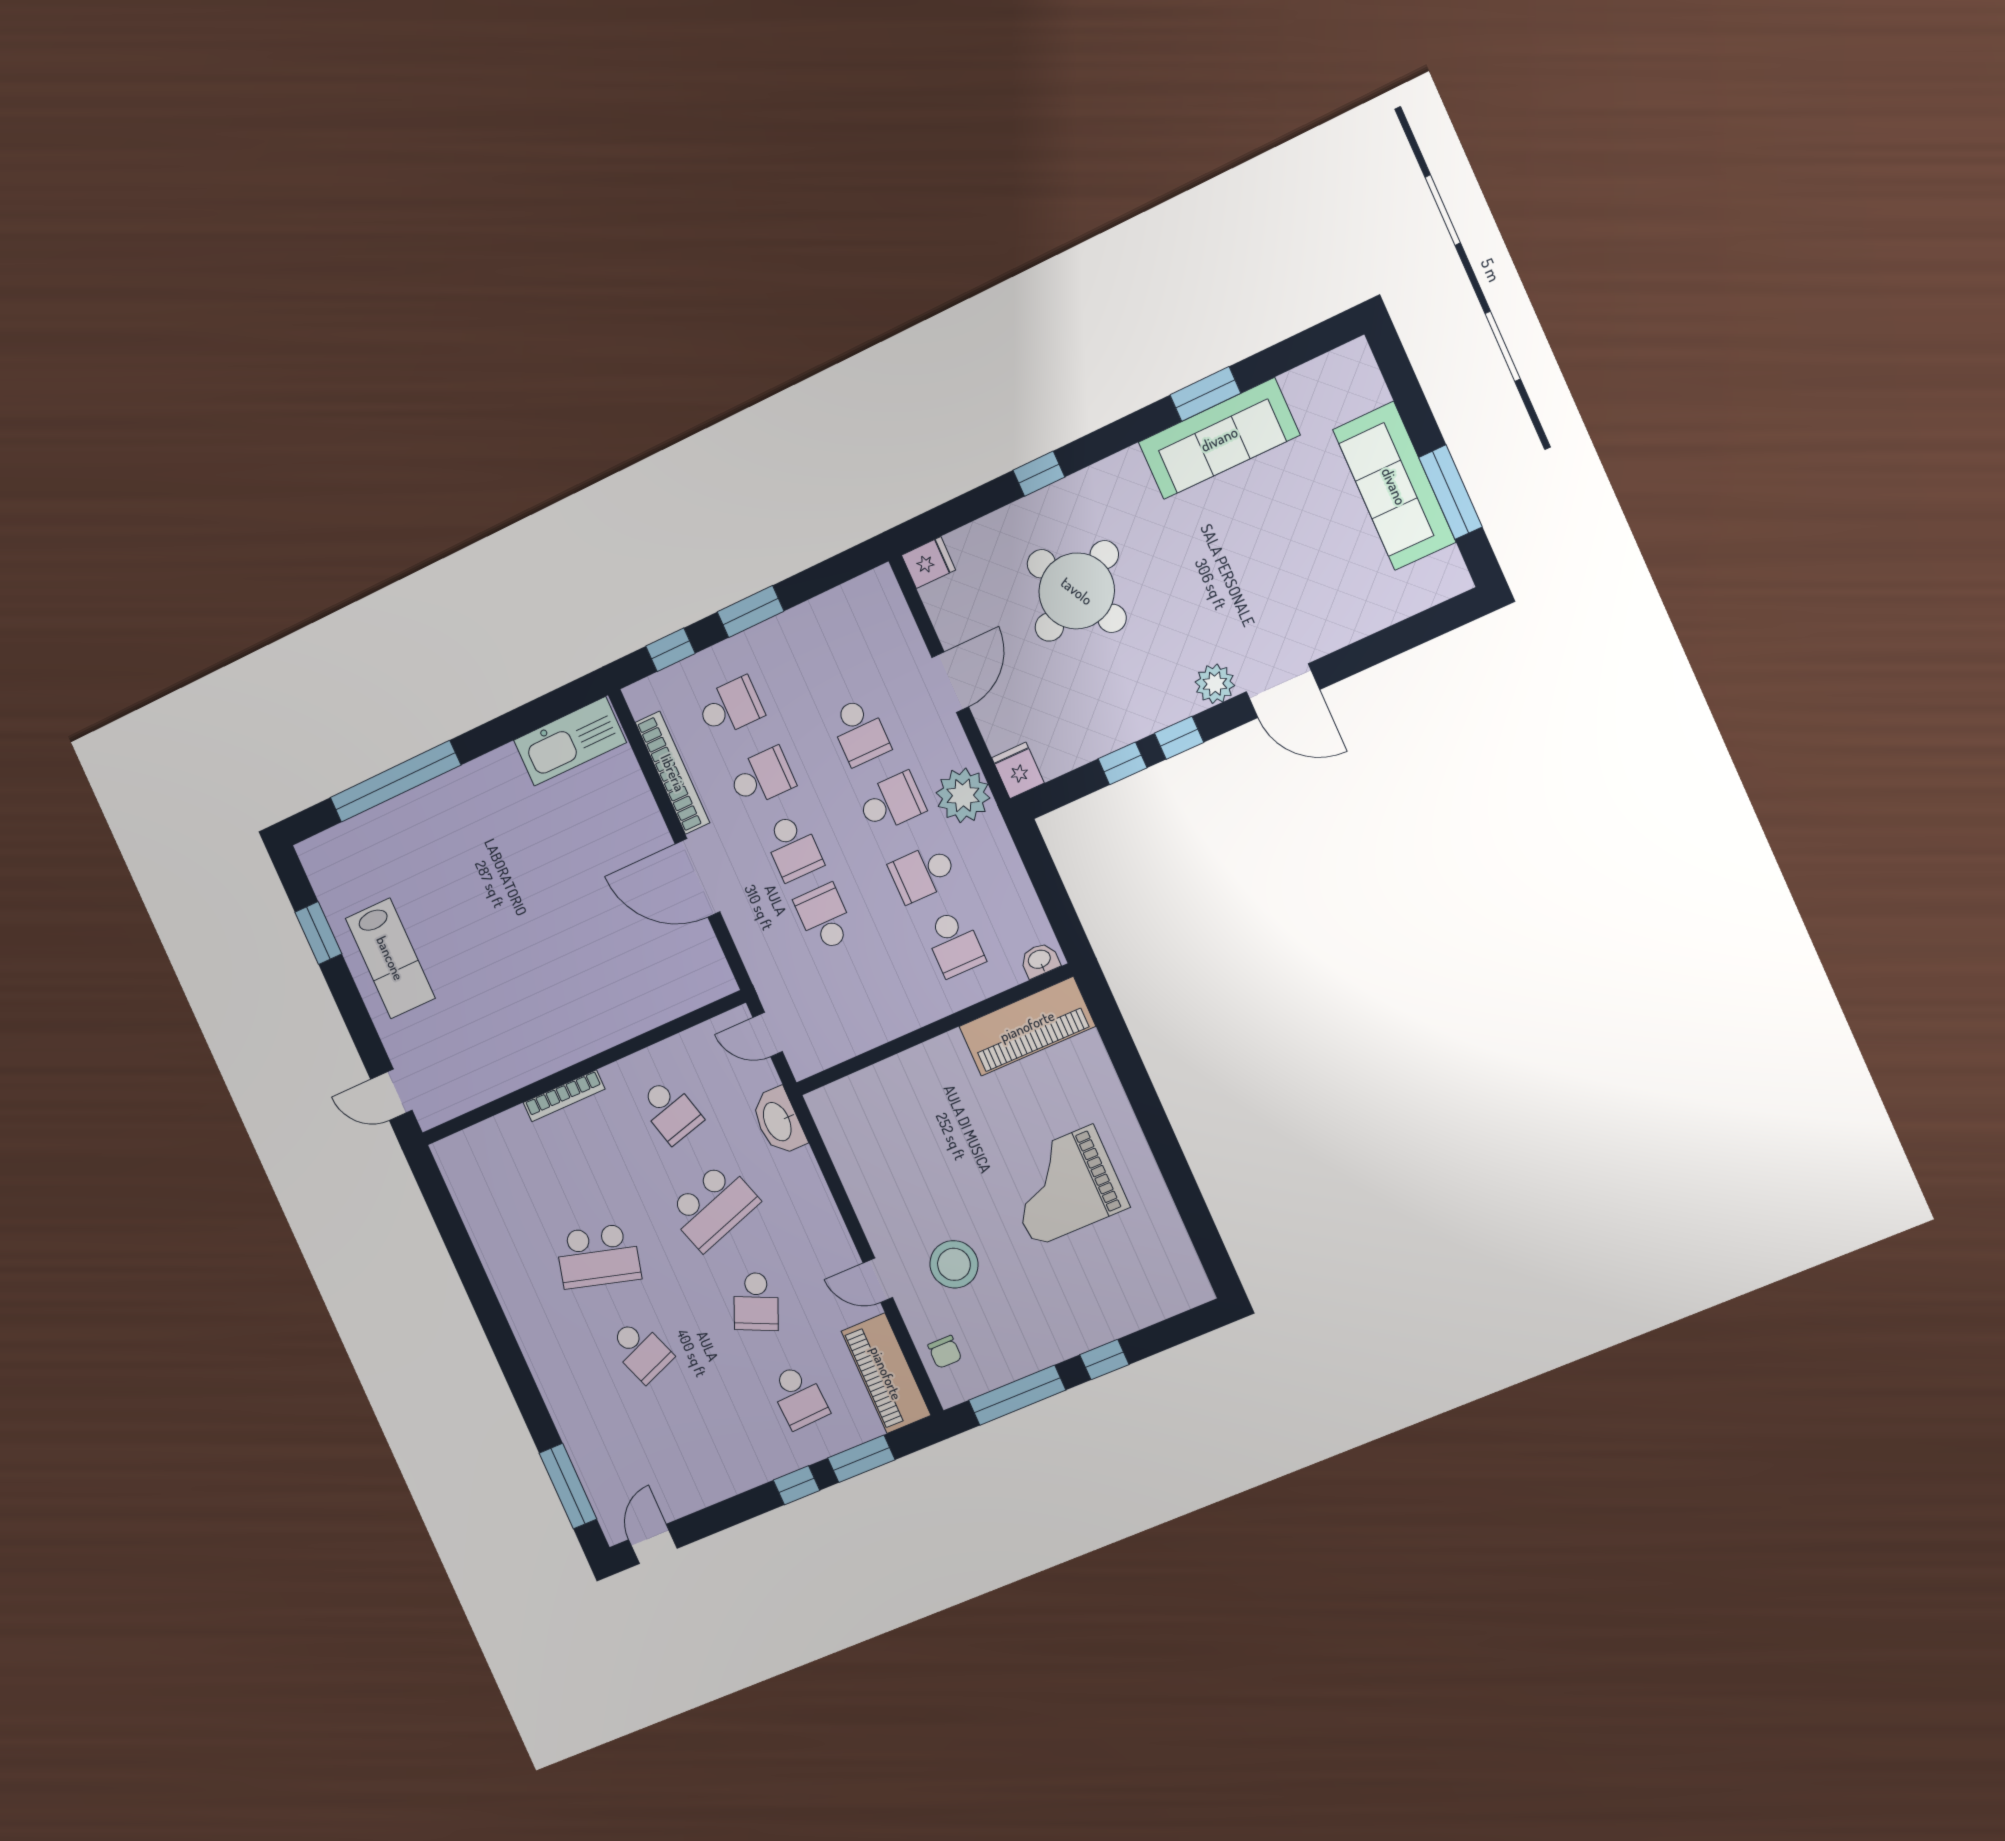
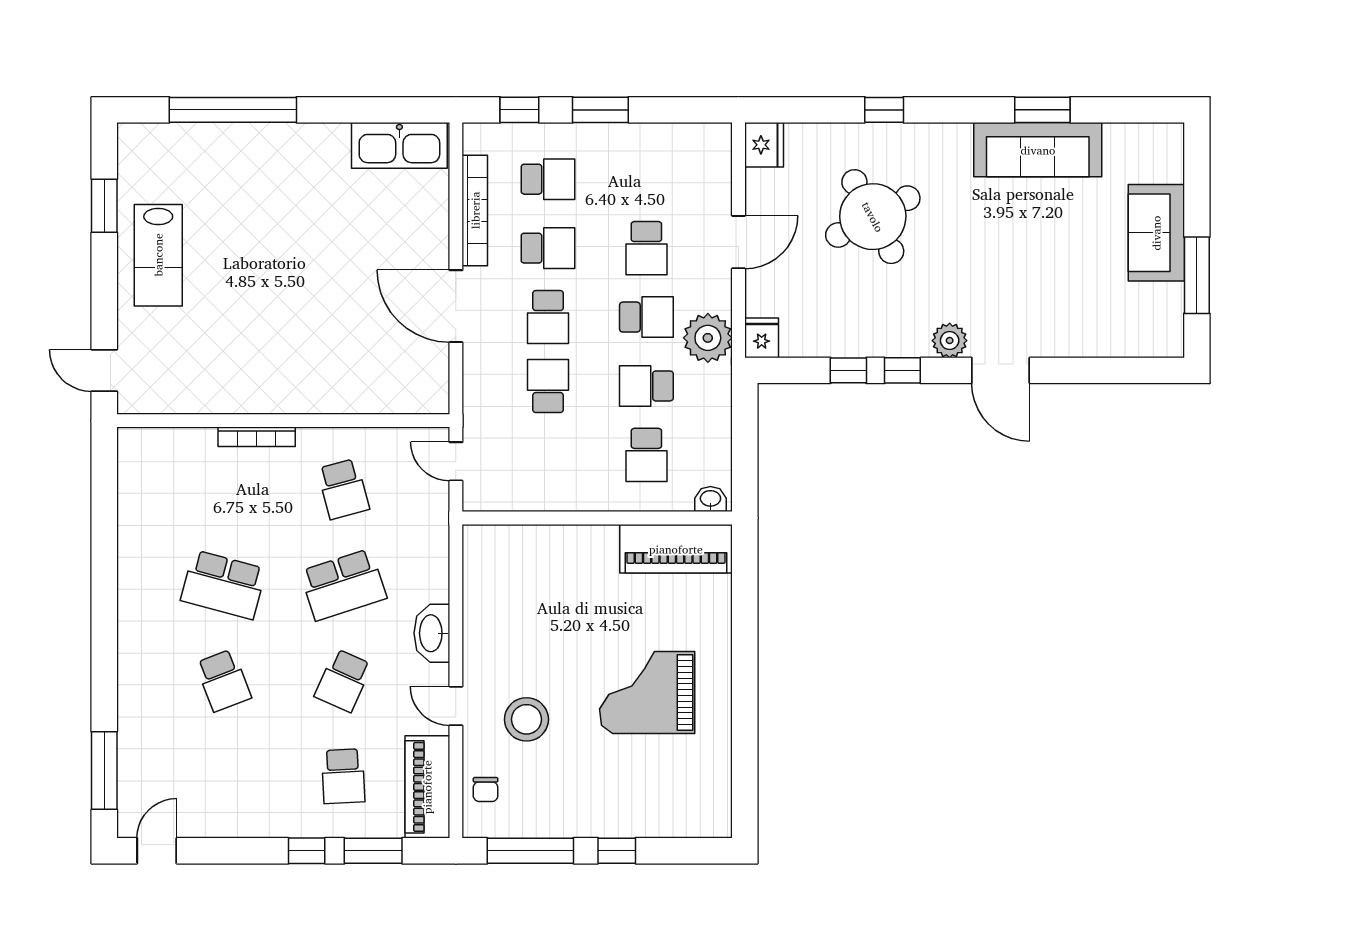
sofa: (1394, 486) -> (1156, 233), width x0.73
fridge: (929, 563) -> (764, 145), width x1.38
washbasin: (778, 1121) -> (432, 633), moved

